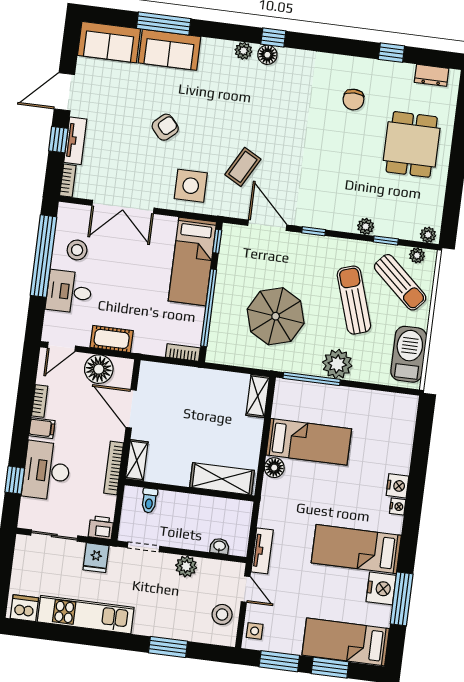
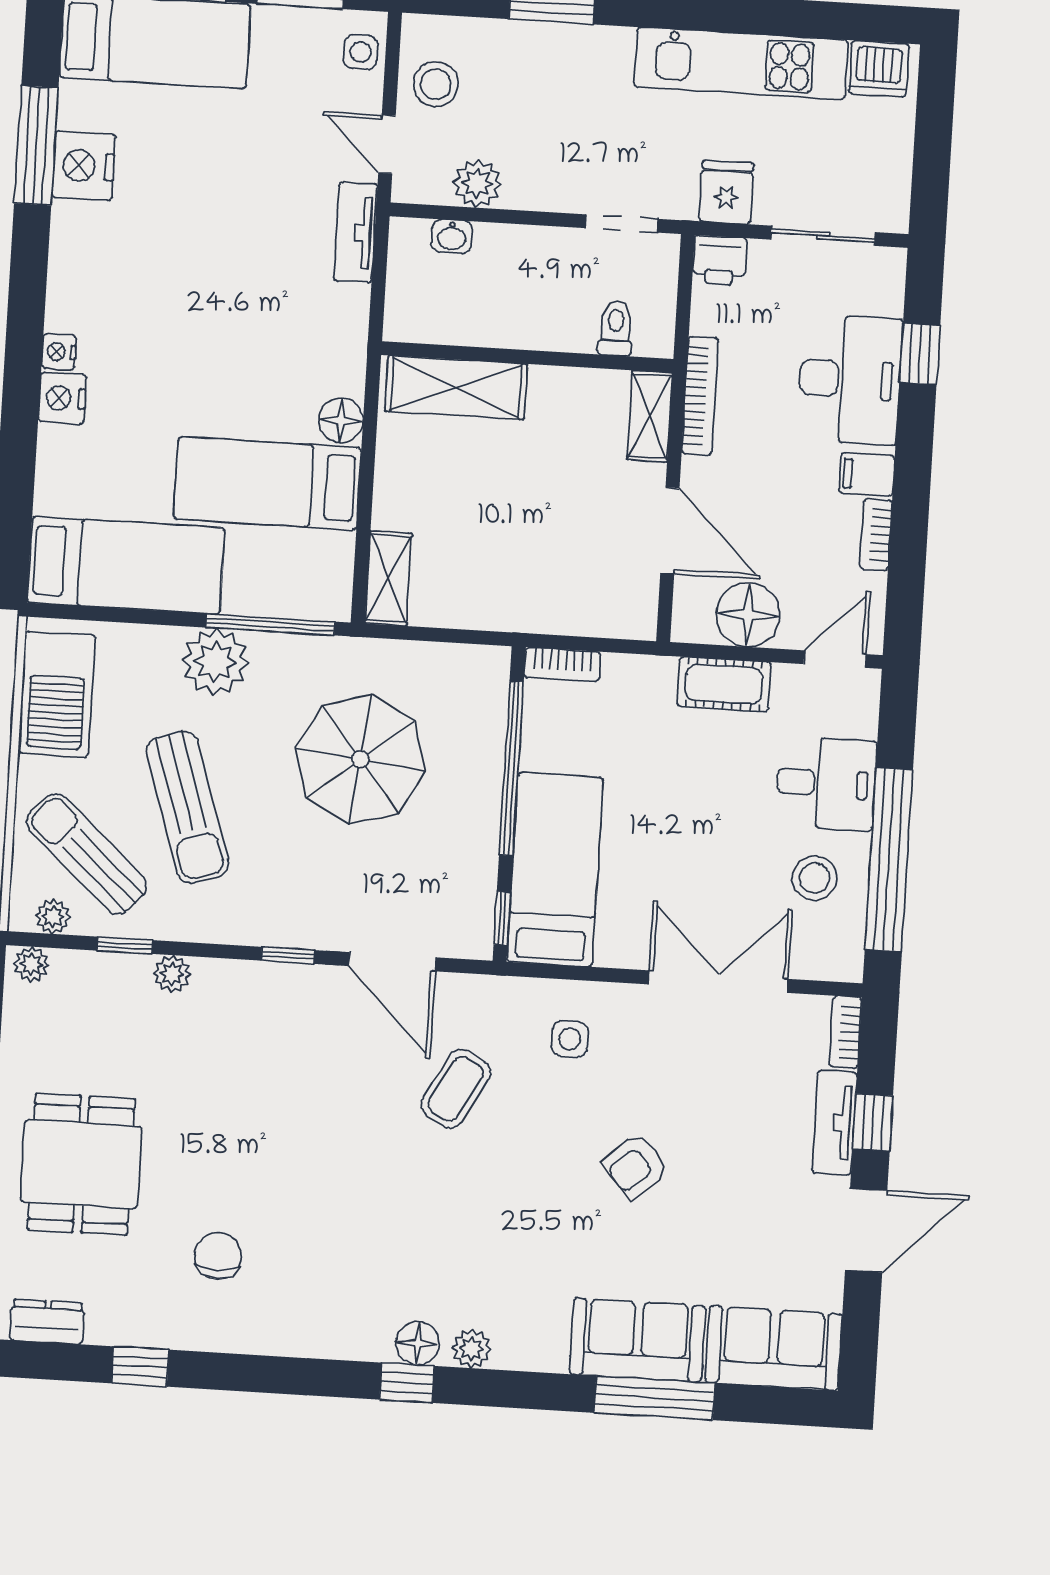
side table: (191, 186) -> (570, 1039), width x0.54, depth x0.54
bed: (356, 549) -> (126, 565), moved
plant: (186, 566) -> (477, 183), moved

